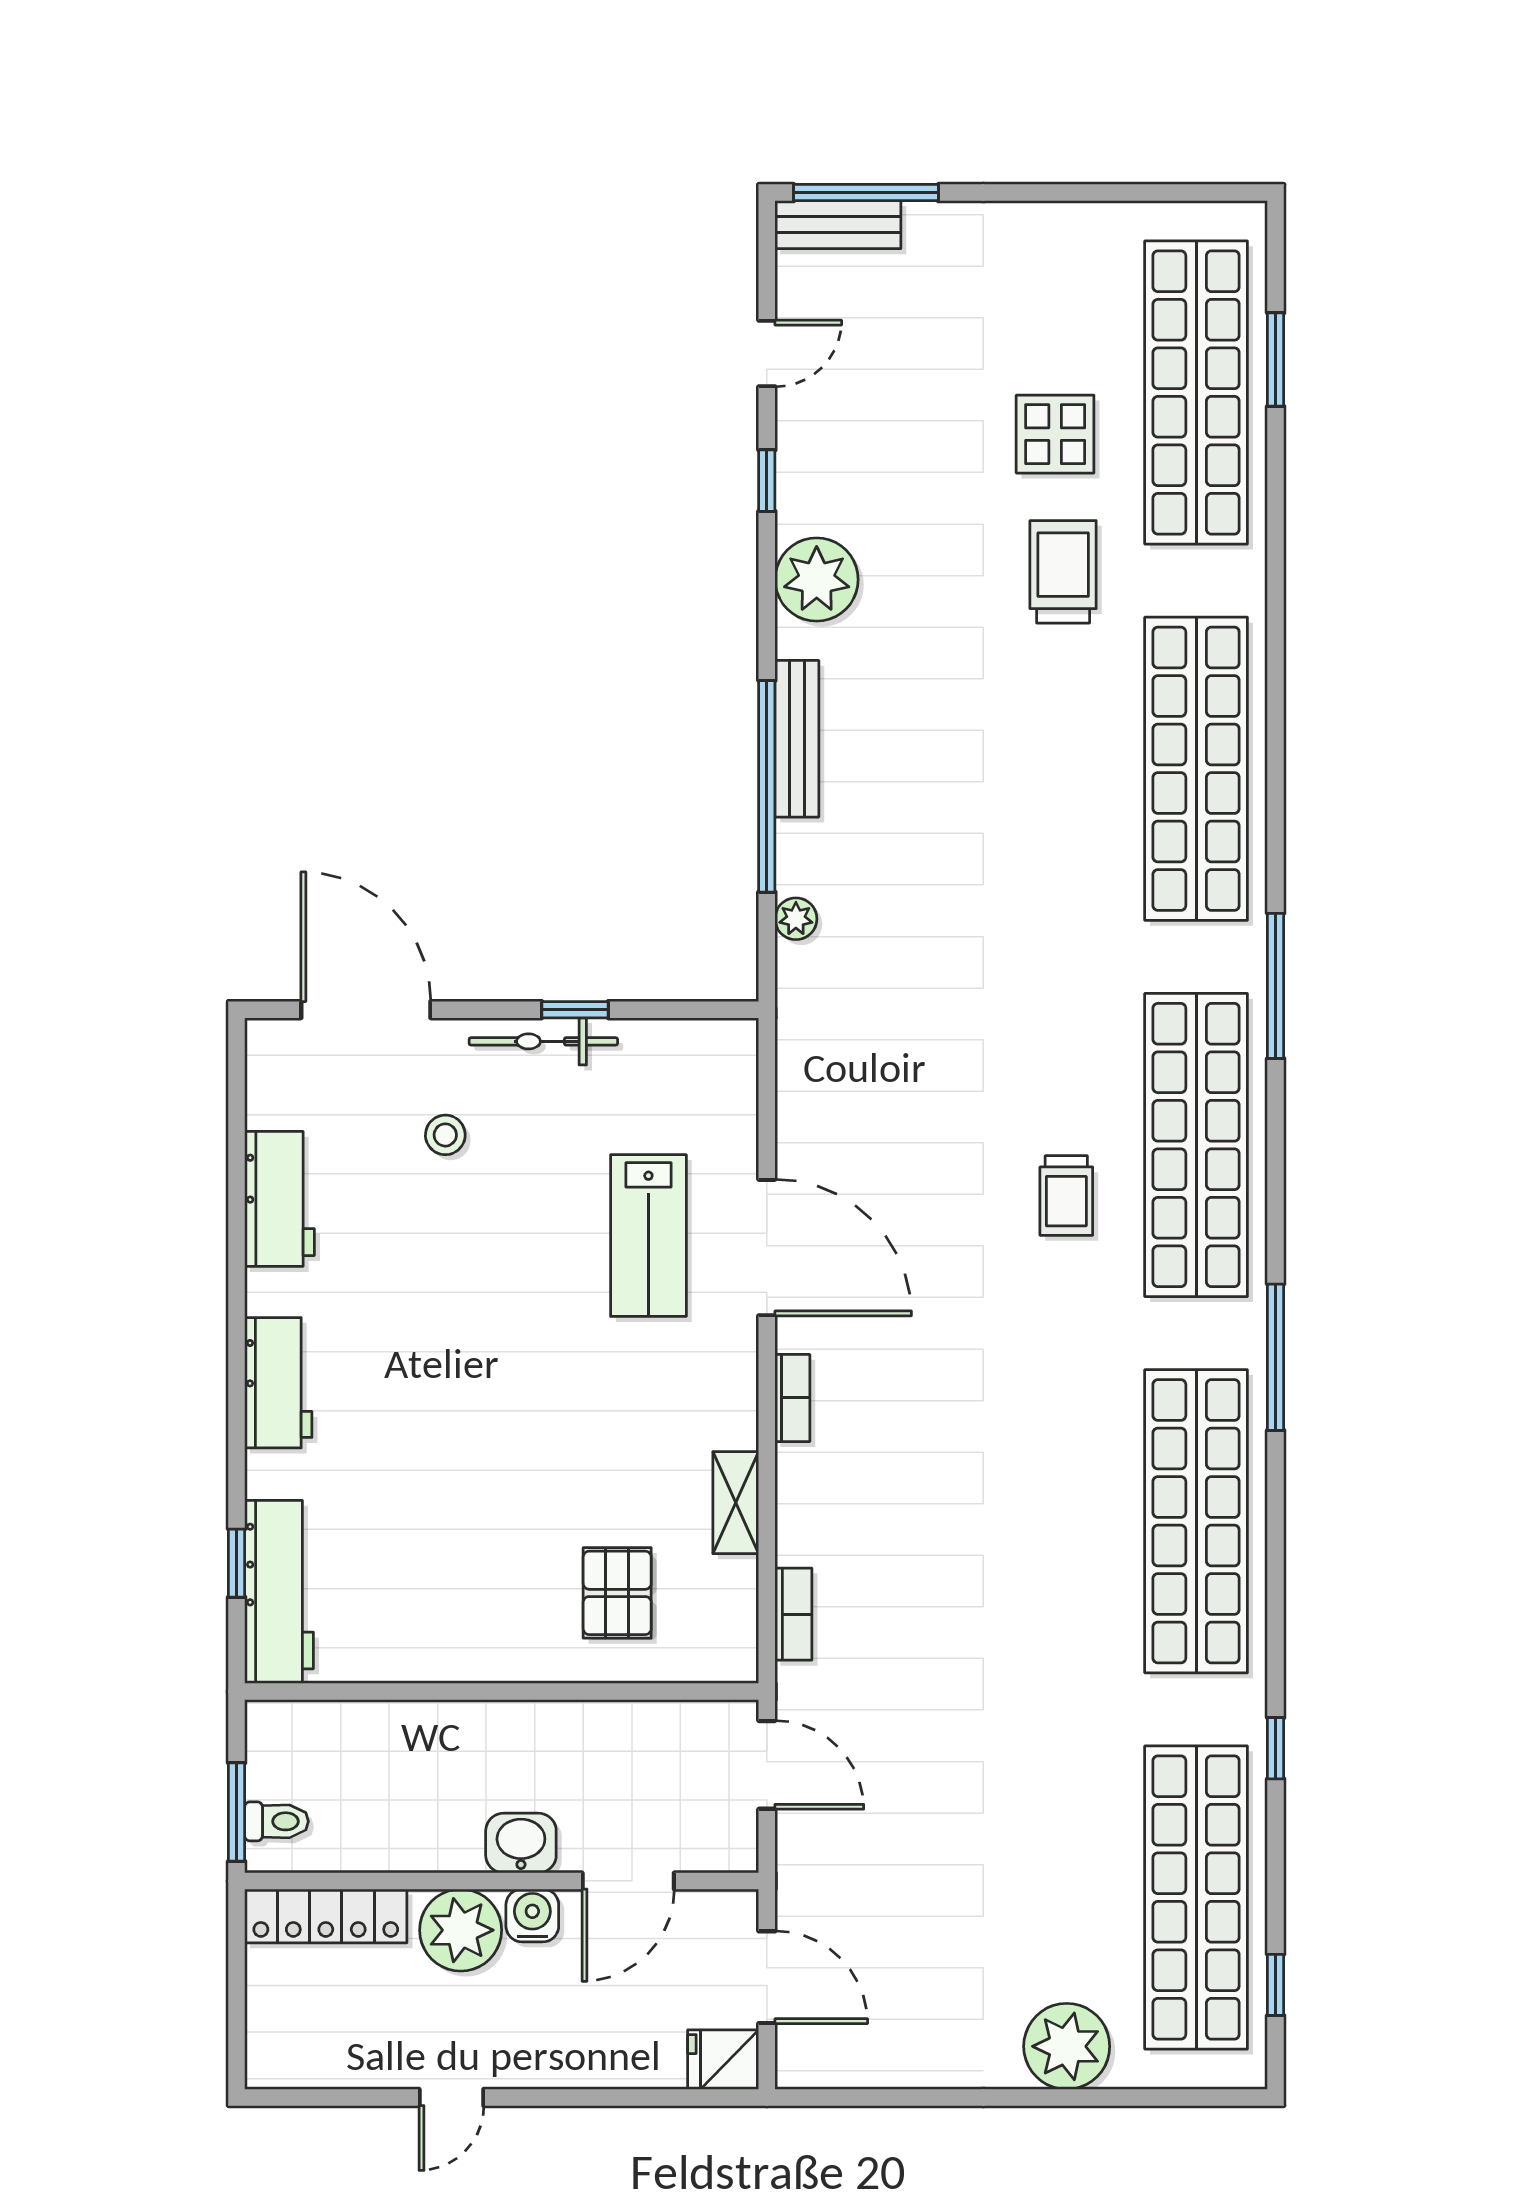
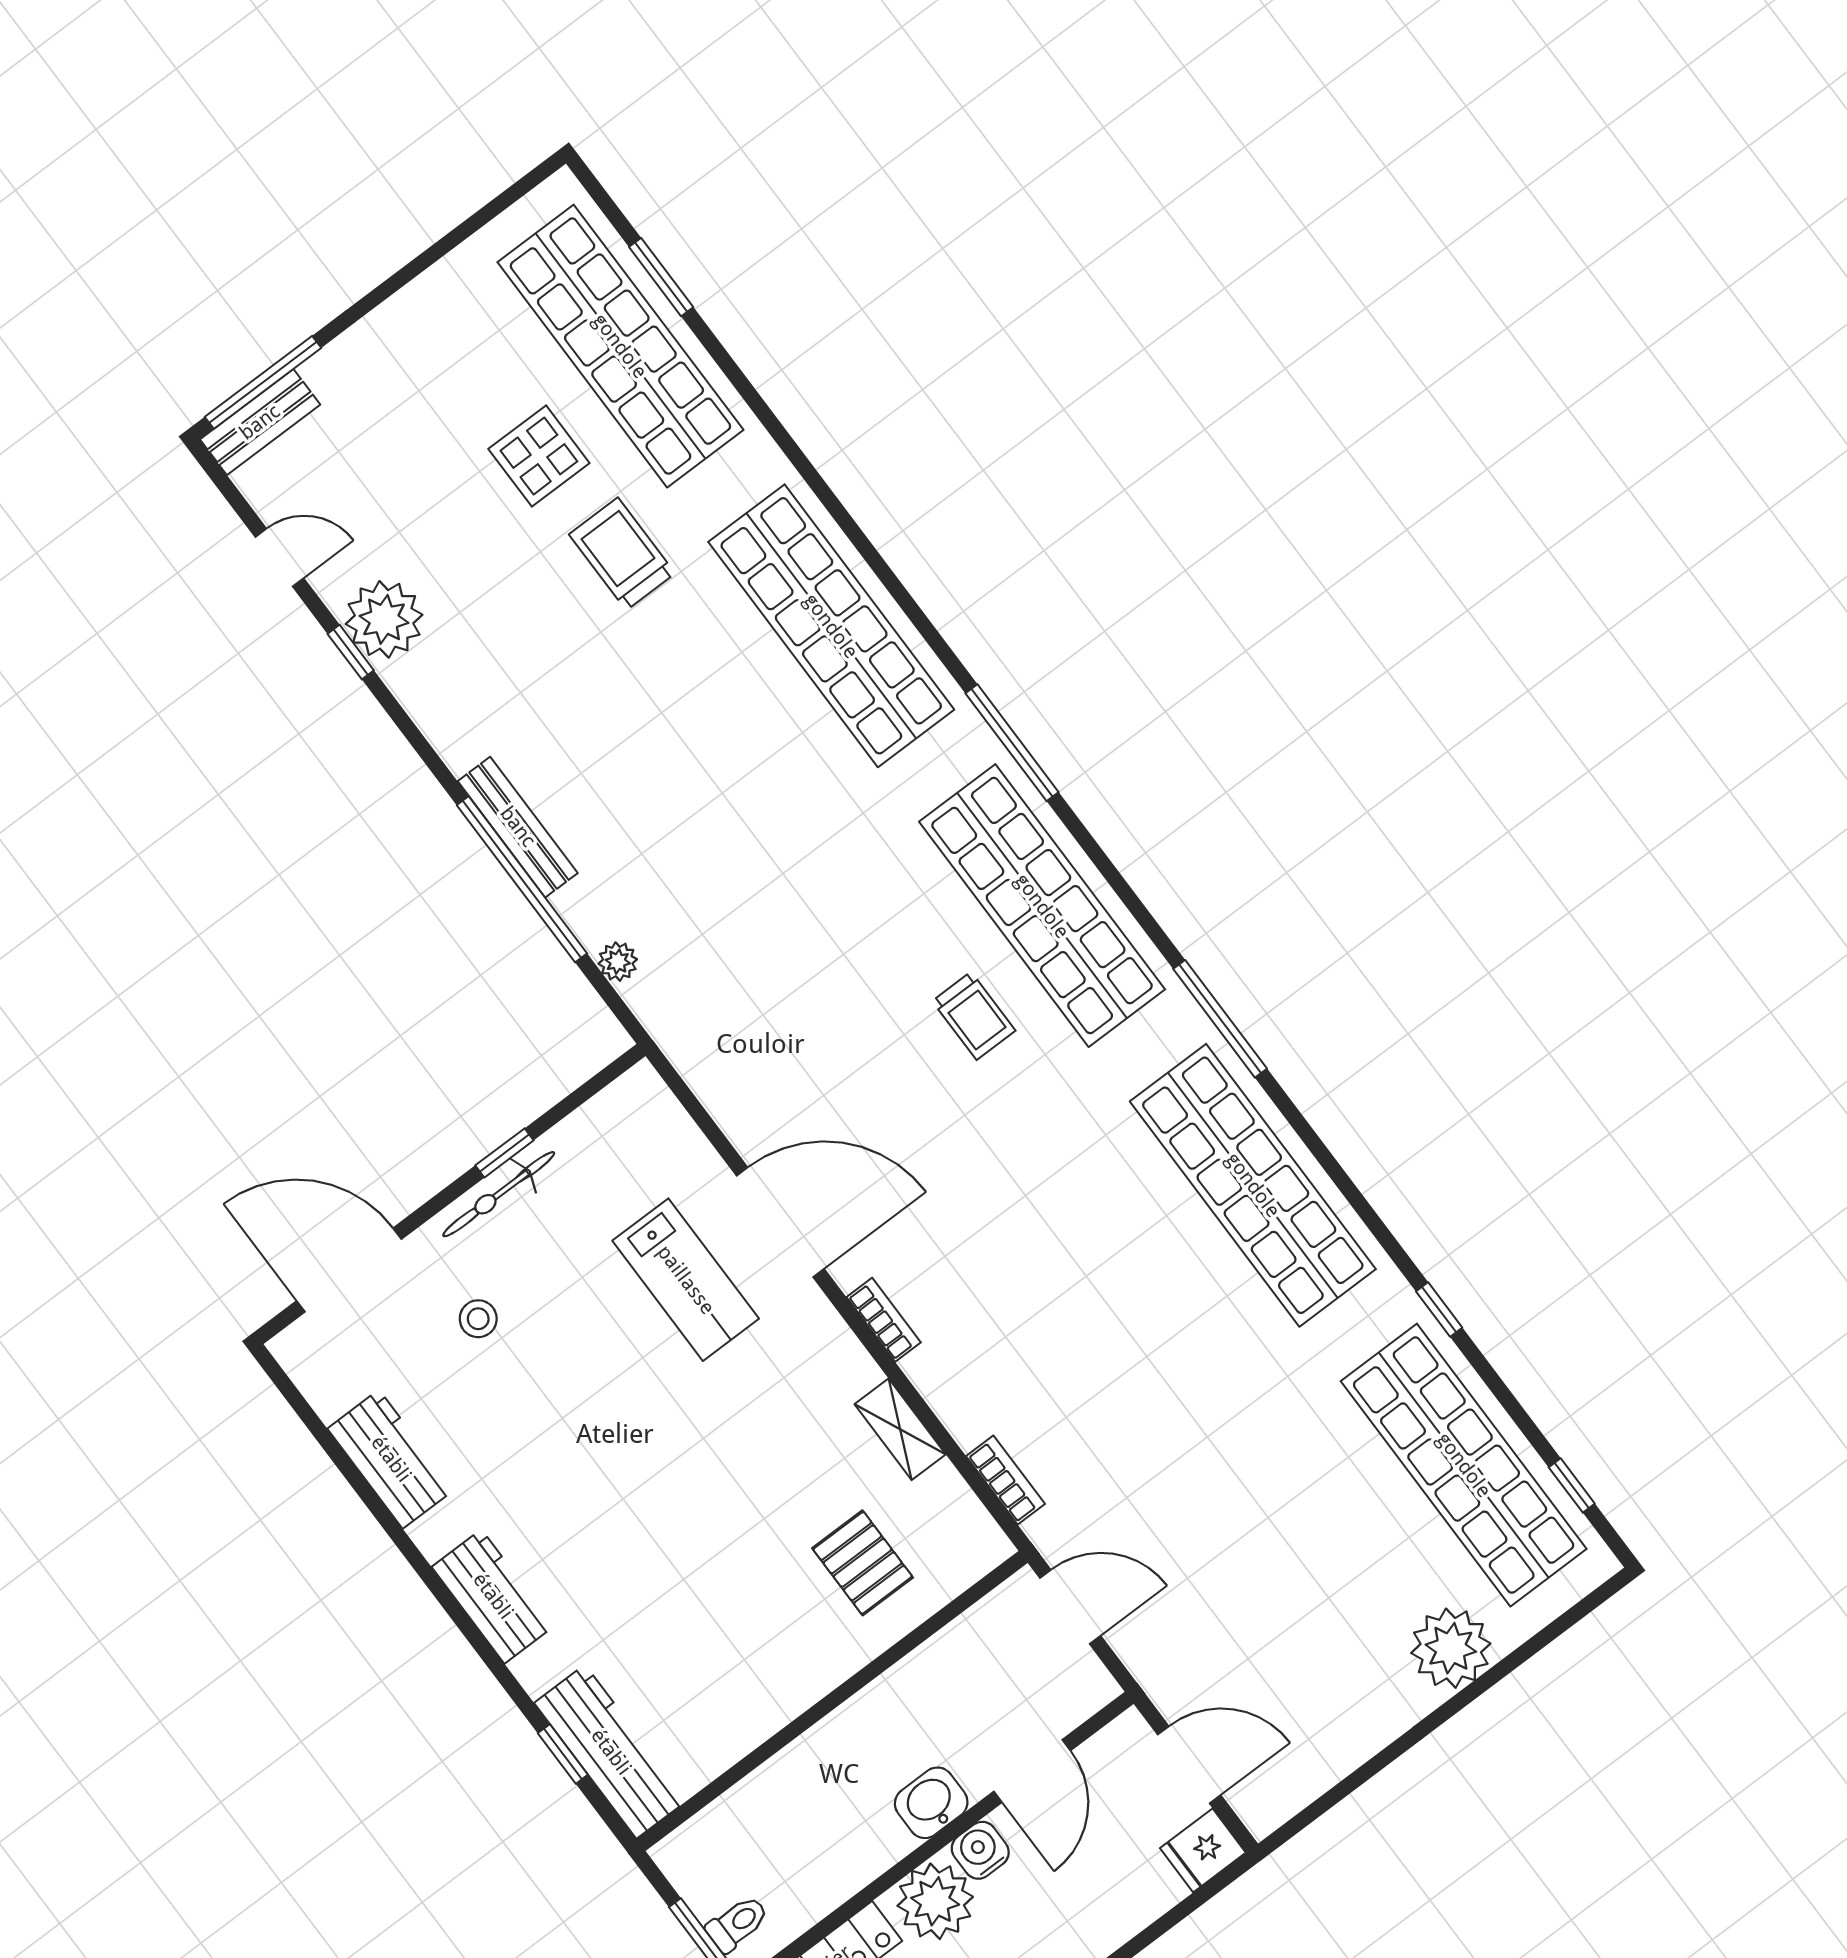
door: (767, 354) -> (279, 558), hinge flipped
plant: (817, 580) -> (384, 619), moved

